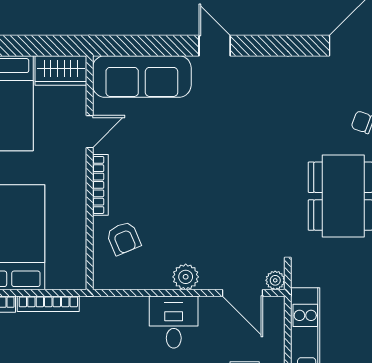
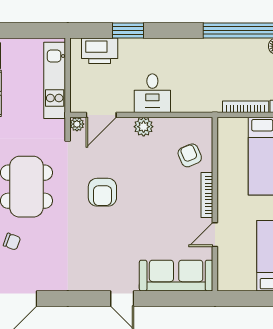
wardrobe: (61, 71) -> (236, 280), removed
armchair: (241, 189) -> (102, 192), added
door: (243, 293) -> (101, 115), swing flipped

